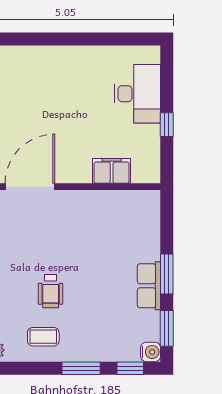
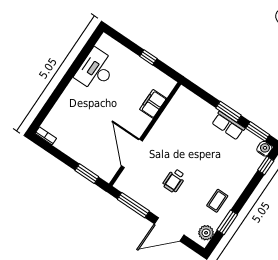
desk: (137, 94) -> (96, 70), moved, turned -90
wheelchair: (51, 291) -> (174, 181), moved, turned 90
window: (81, 368) -> (227, 222), moved

